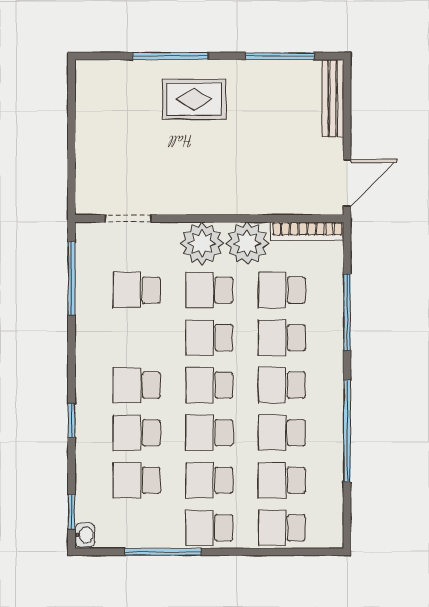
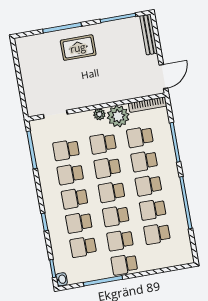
plant: (202, 243) -> (99, 114), width x0.53, depth x0.53
school desk: (282, 528) -> (70, 174), moved

